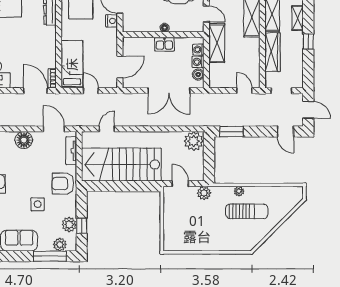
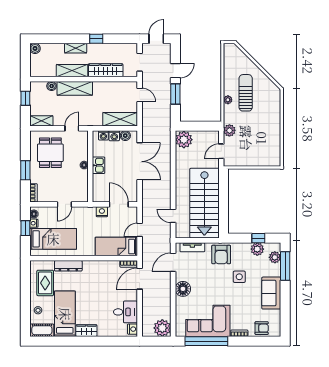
nightstand: (111, 21) -> (102, 212), moved
shelving: (217, 43) -> (120, 119), moved
door: (244, 91) -> (140, 95), swing flipped
window: (231, 131) -> (175, 94), moved
door: (285, 131) -> (175, 71), moved

